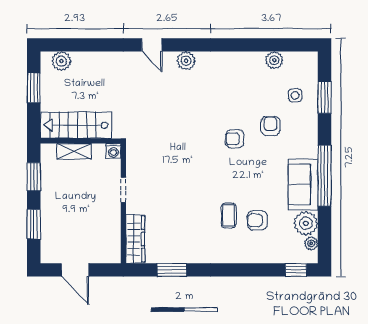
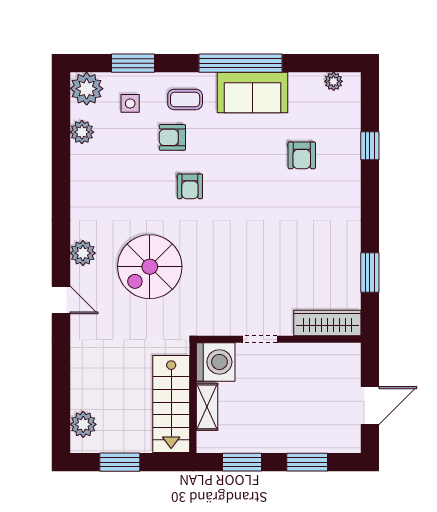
door: (152, 45) -> (61, 300), hinge flipped
spiral stairs: (176, 110) -> (150, 267), added
washing machine: (113, 151) -> (216, 362), width x1.89, depth x1.89
coffee table: (229, 215) -> (185, 99), moved
plant: (306, 223) -> (87, 89), moved
window: (296, 270) -> (370, 146), moved

